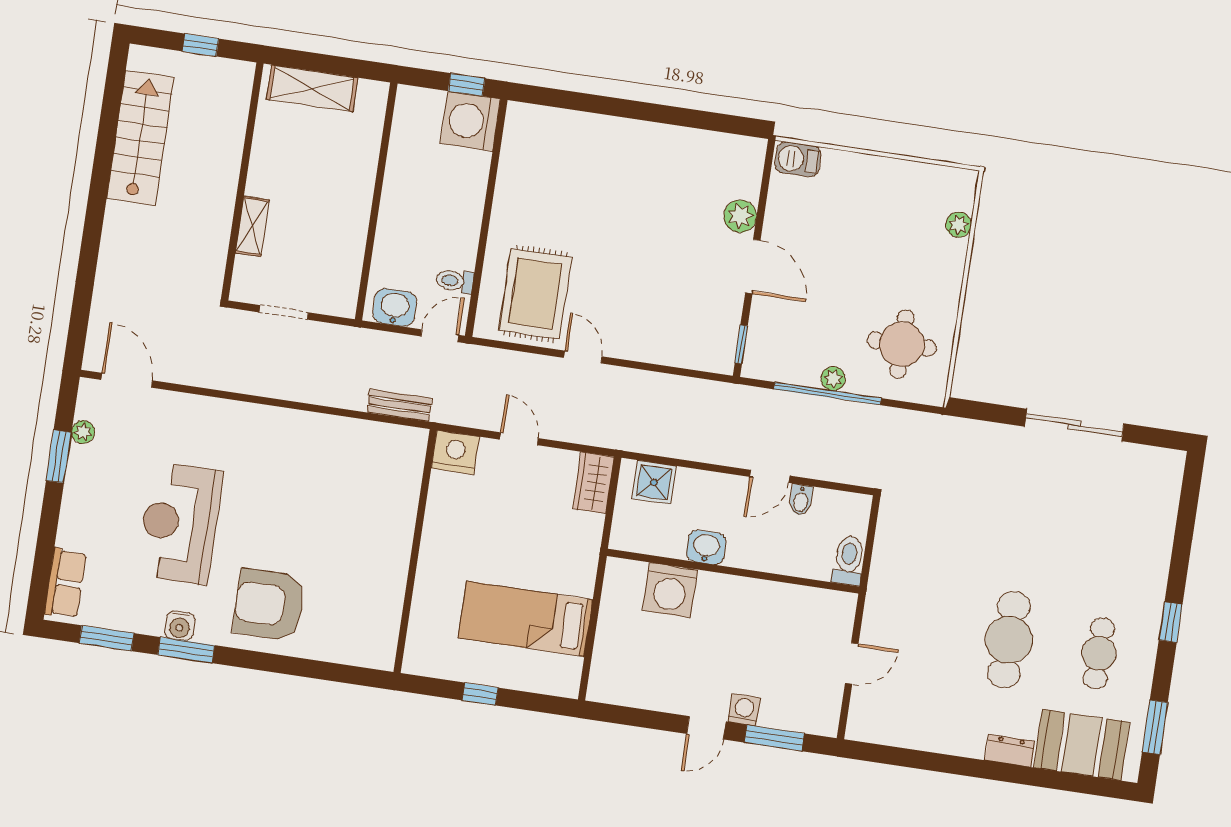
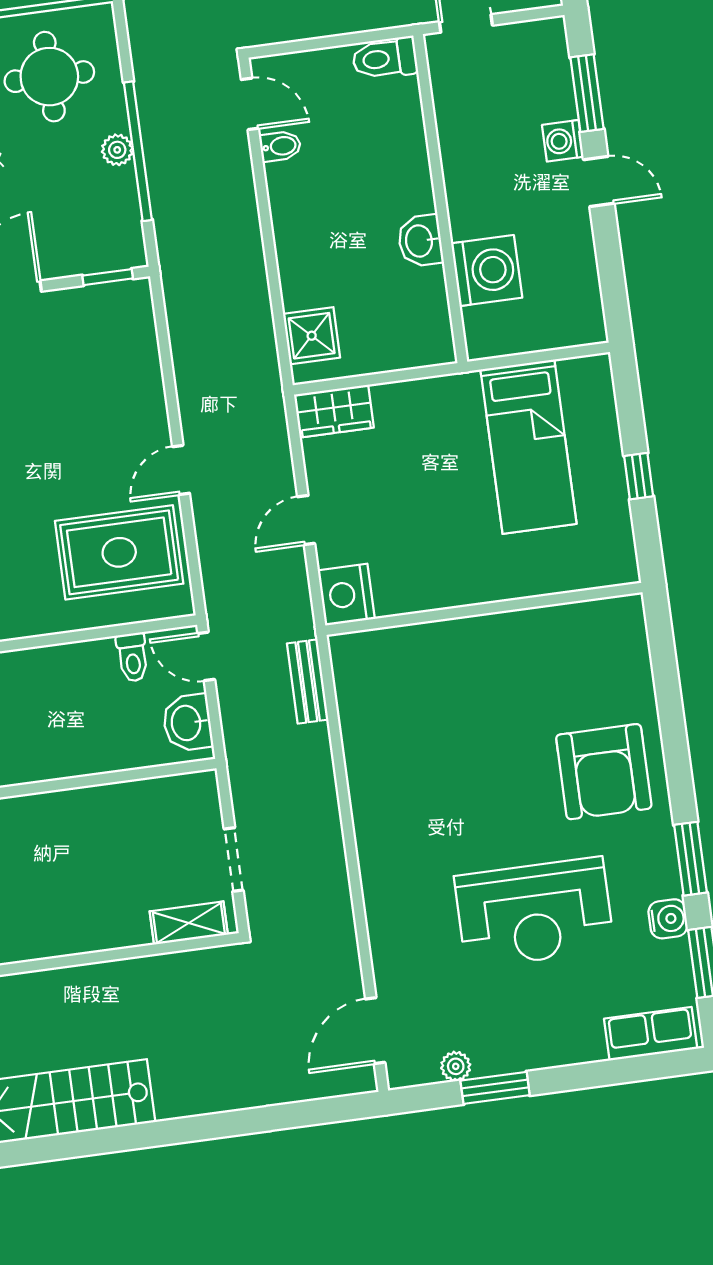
shelving: (252, 226) -> (189, 923), moved
door: (770, 476) -> (250, 104), moved
washbasin: (706, 547) -> (420, 241), moved
toilet: (849, 560) -> (385, 58), moved
wall: (733, 571) -> (440, 199), moved
washing machine: (670, 590) -> (487, 271), moved
water cooler: (180, 626) -> (668, 919), moved

